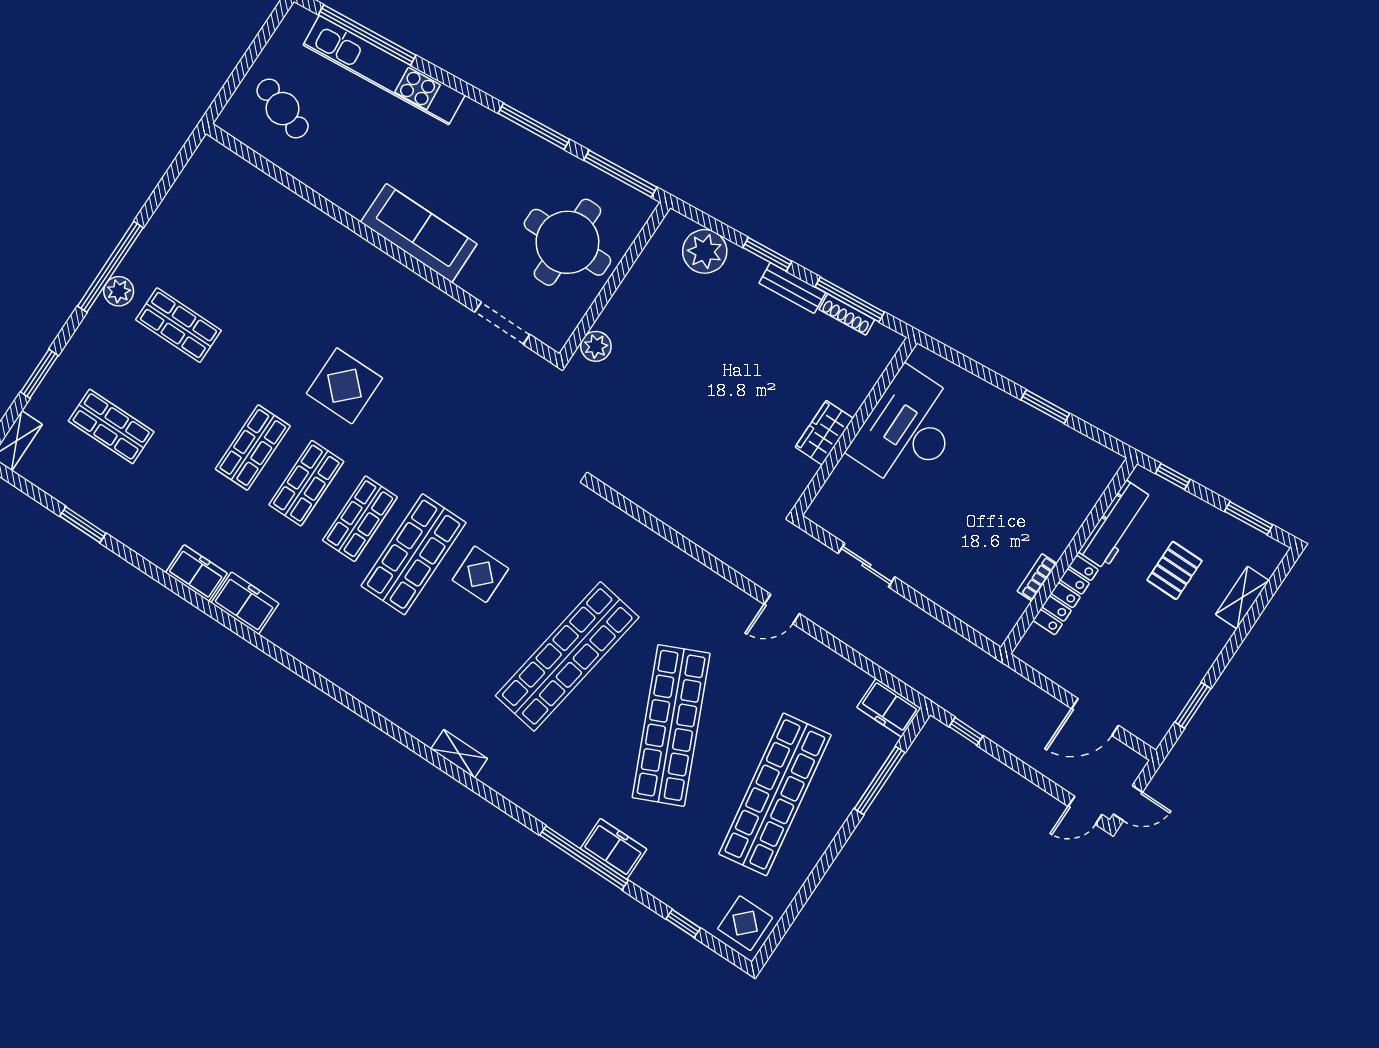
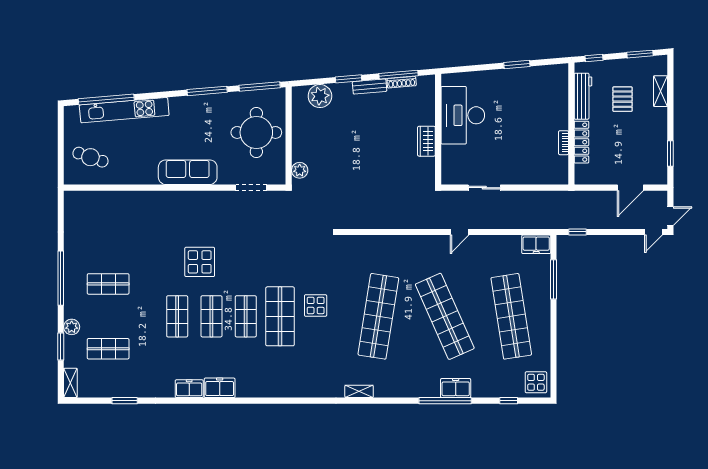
plant: (119, 291) -> (72, 327), moved

